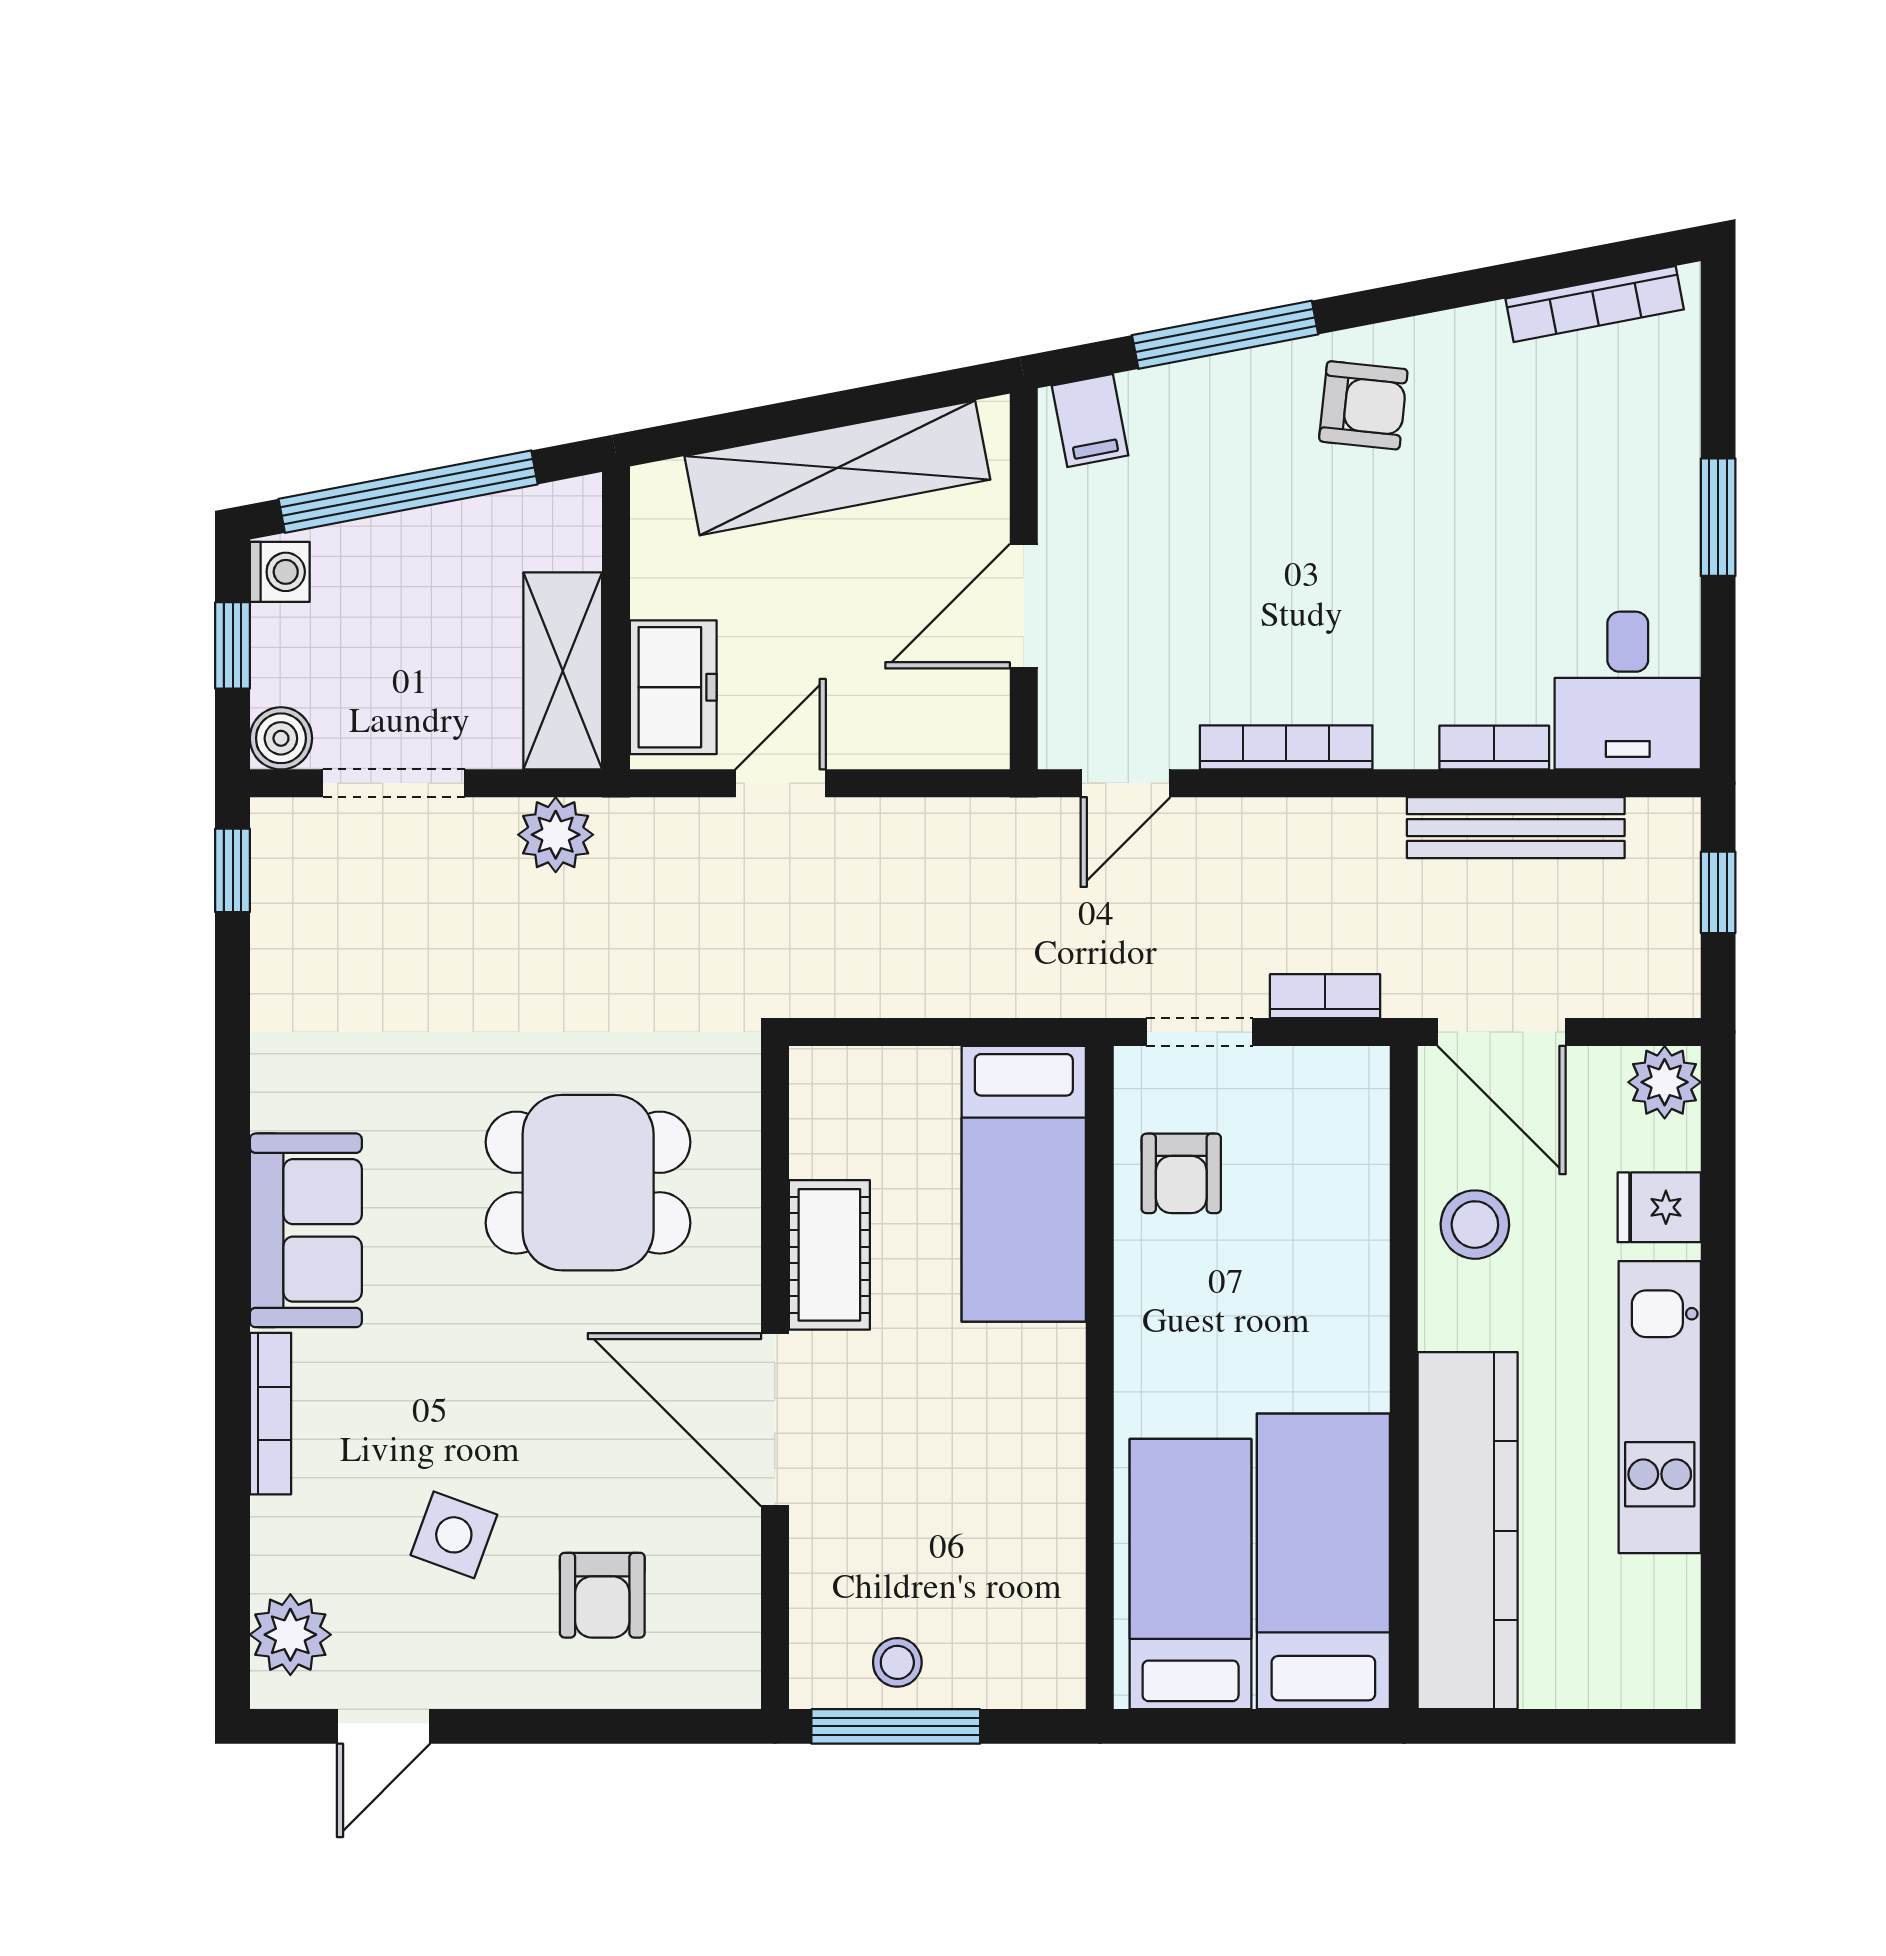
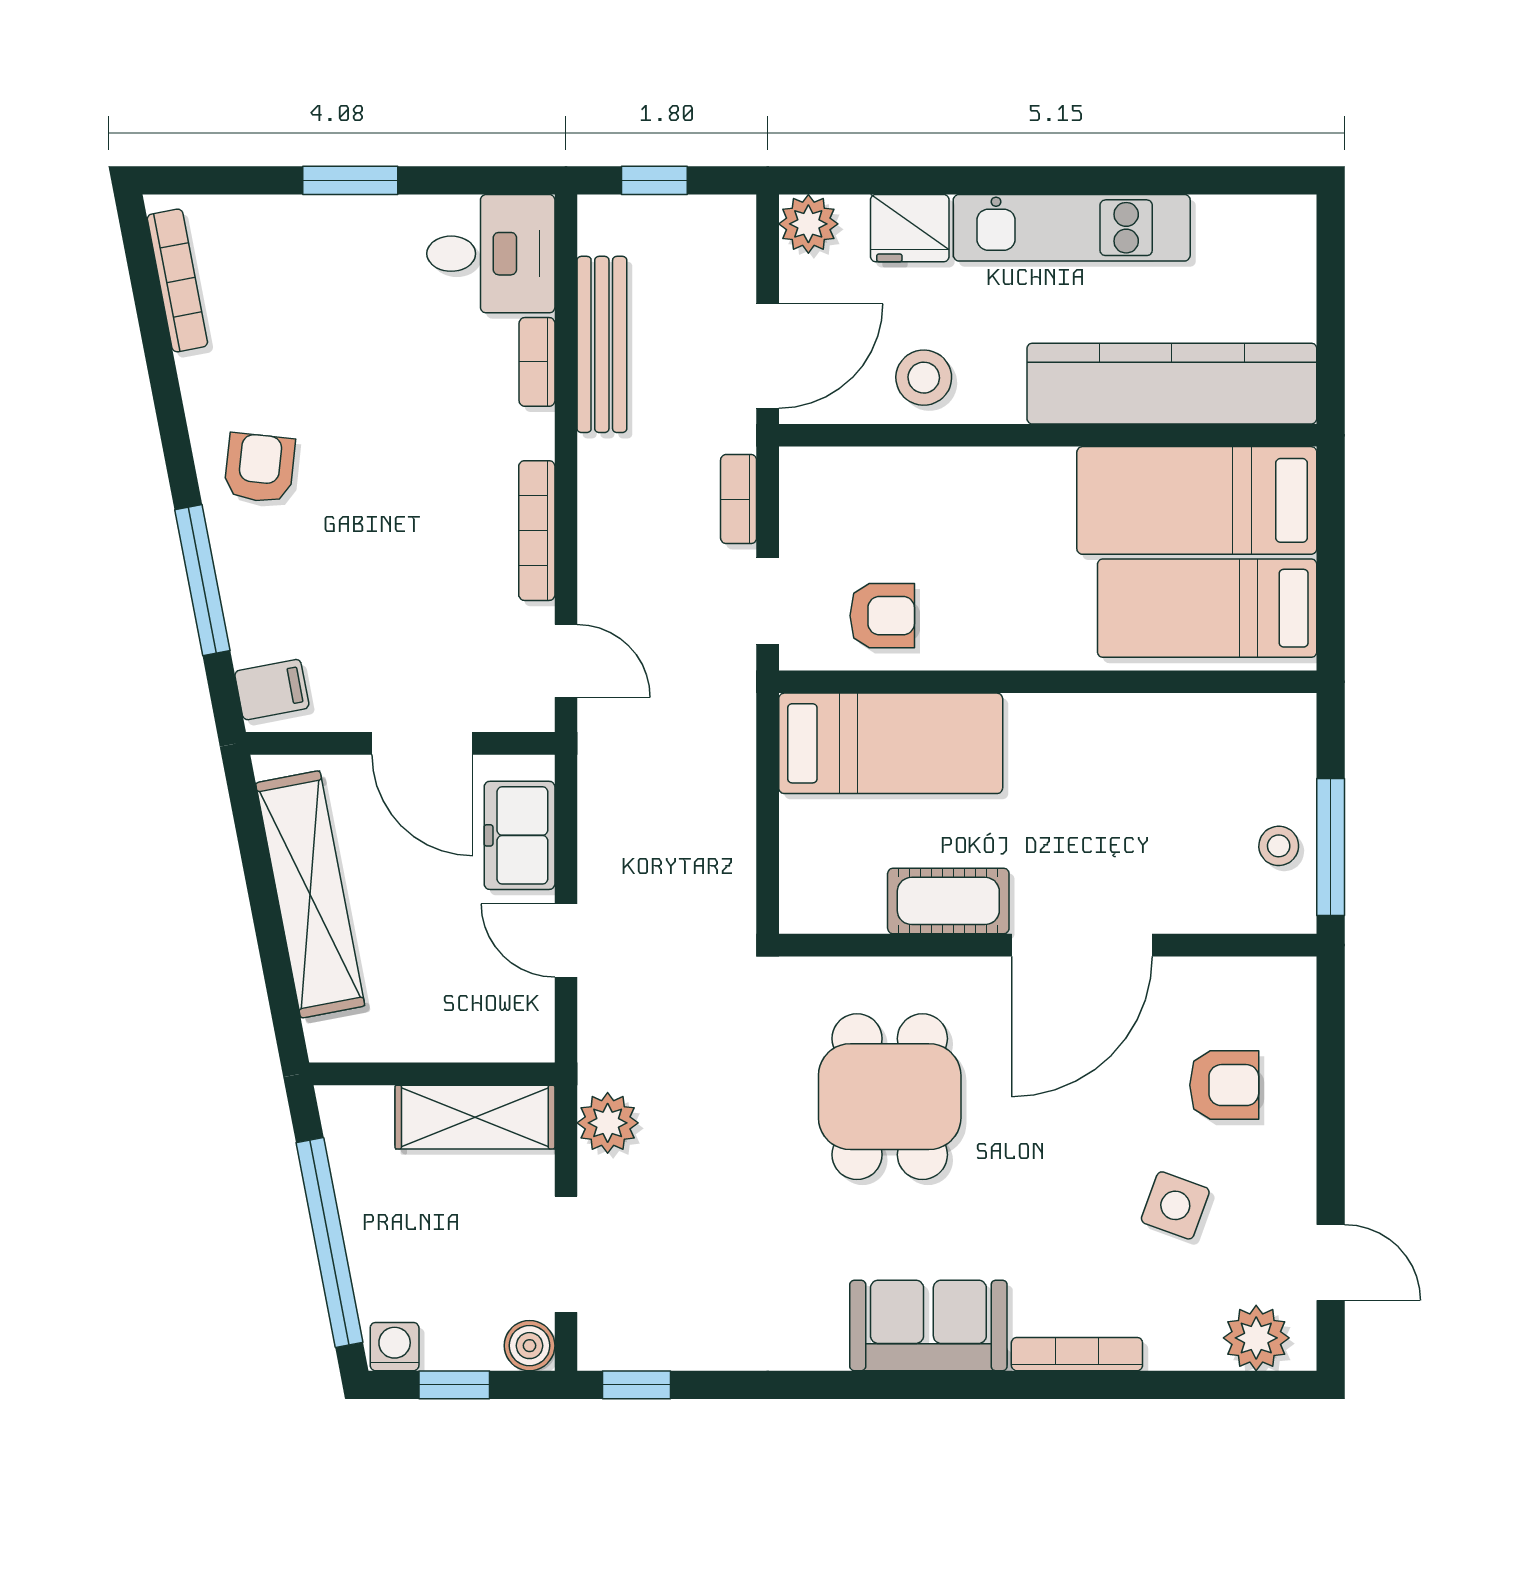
freezer: (673, 687) -> (520, 835), moved, turned -90
fridge: (1659, 1207) -> (910, 228), width x1.38

